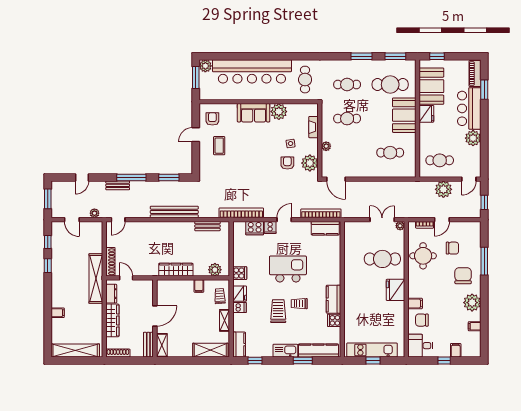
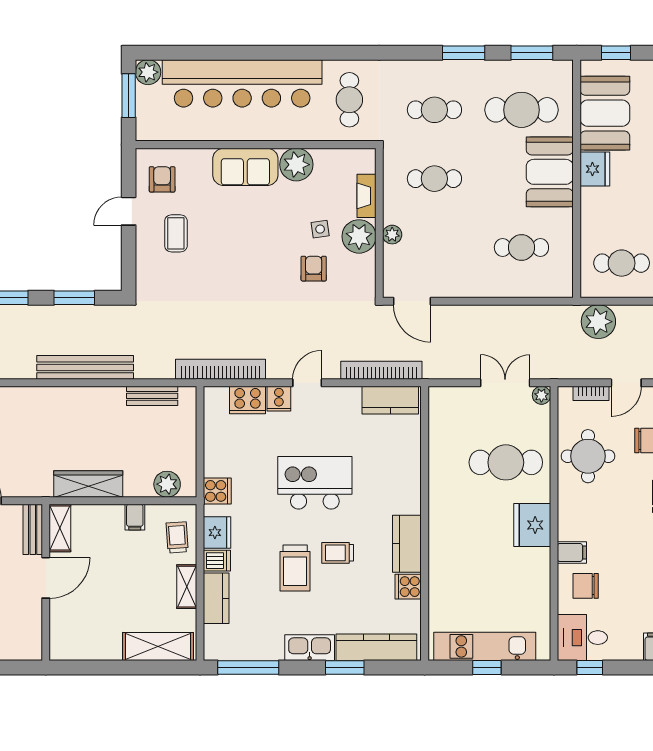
plant: (310, 163) -> (359, 236), moved
plant: (443, 189) -> (598, 322), moved
trolley: (278, 311) -> (295, 568), turned 180
bench: (148, 345) -> (33, 529), moved
shelving: (162, 345) -> (60, 528), moved
kitchen counter: (239, 345) -> (216, 598), moved
window: (255, 360) -> (248, 668), width x2.17
window: (444, 360) -> (590, 668), moved

